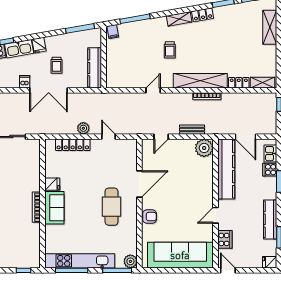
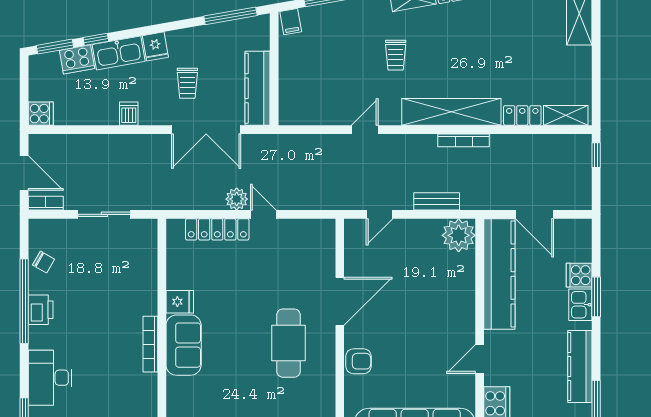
double door: (49, 90) -> (206, 130), moved
door: (108, 137) -> (263, 214), moved
kitchen sink: (270, 154) -> (580, 305), moved

